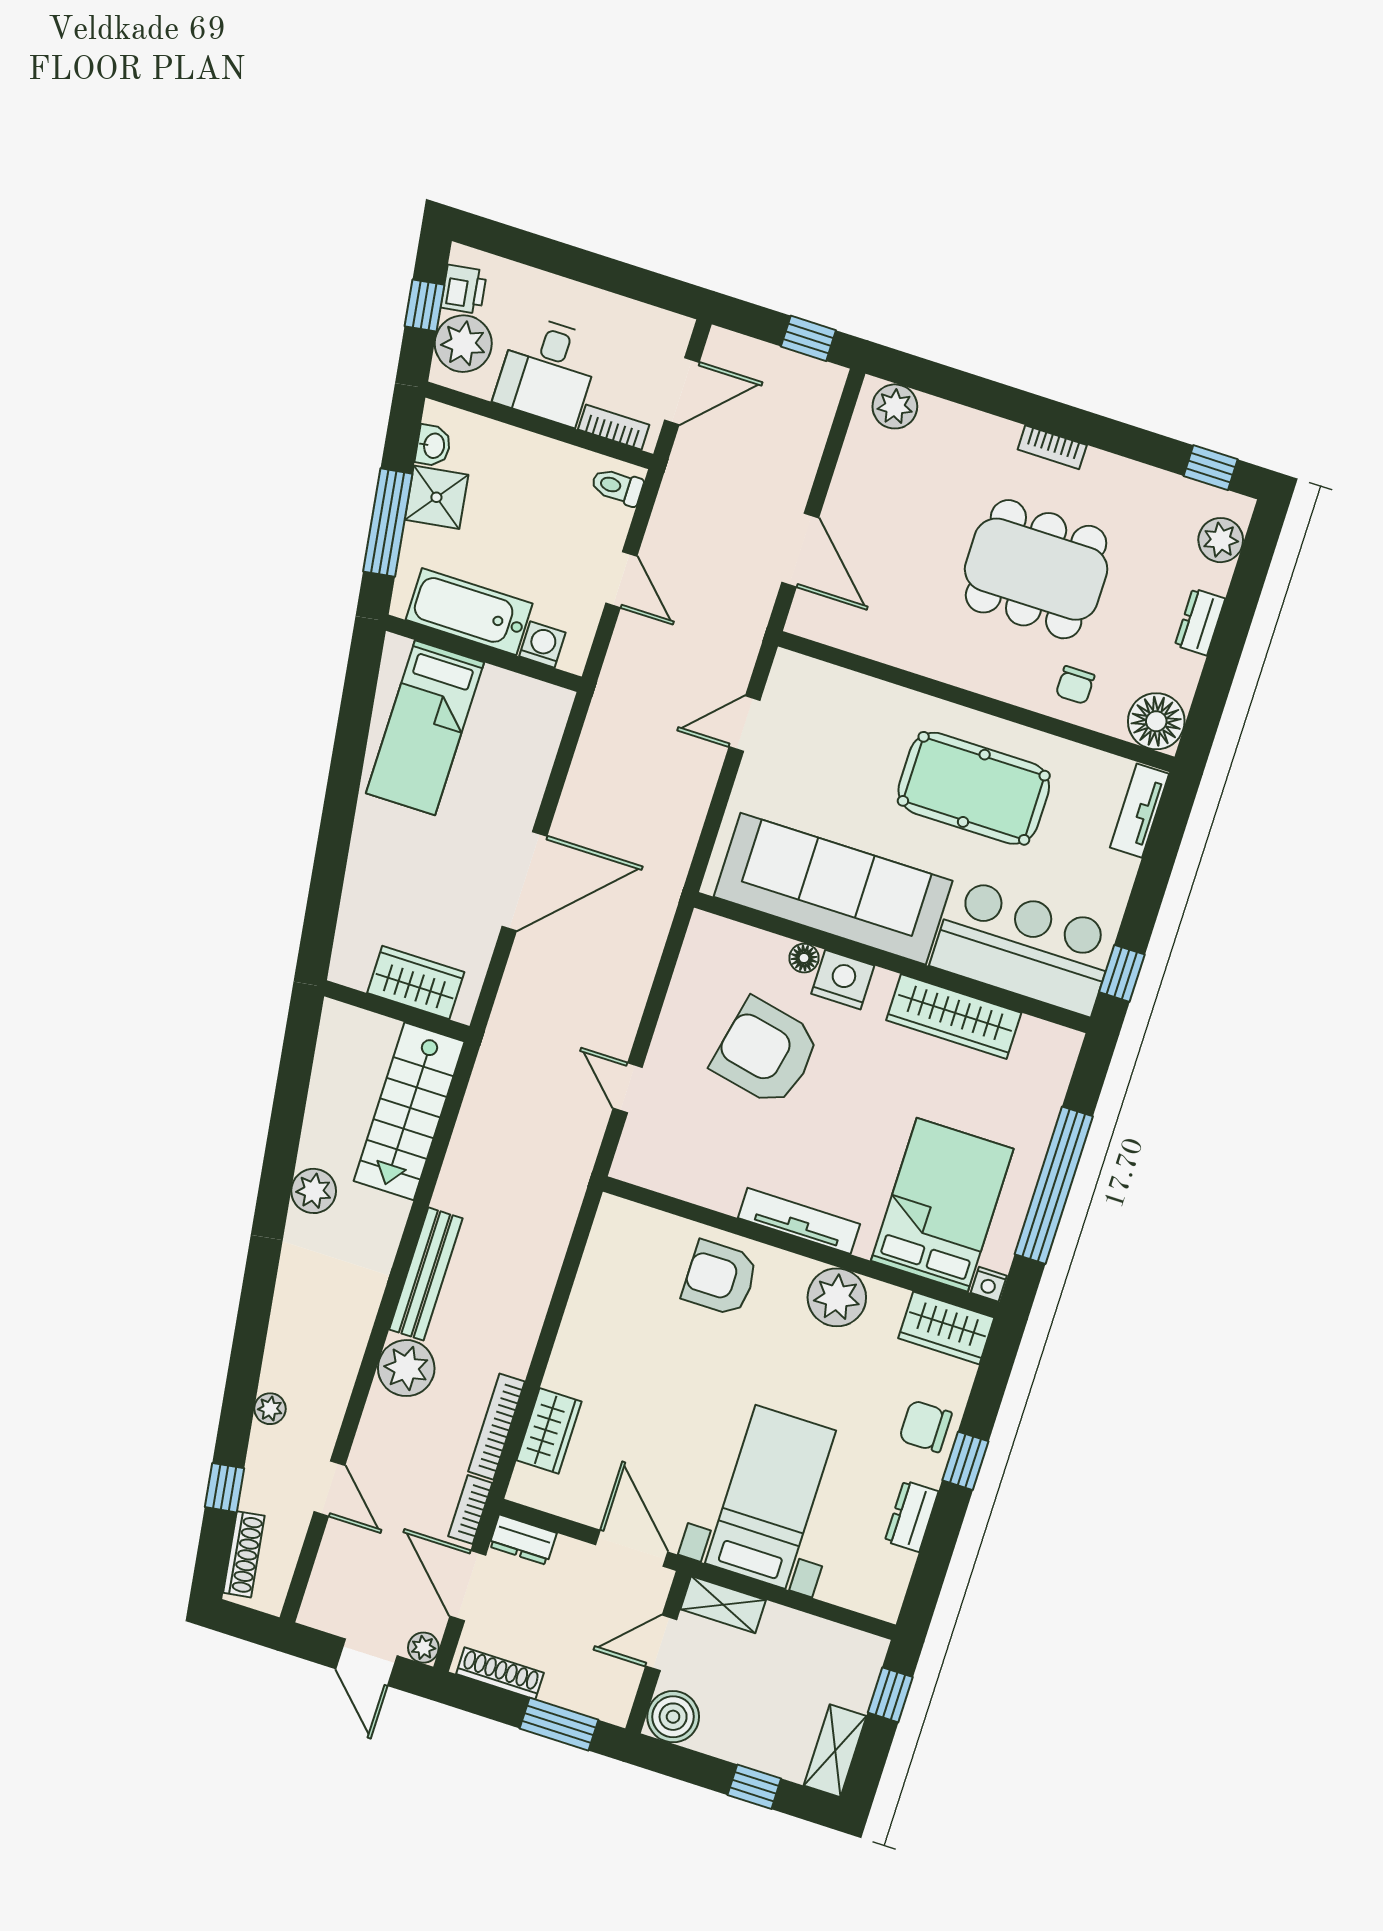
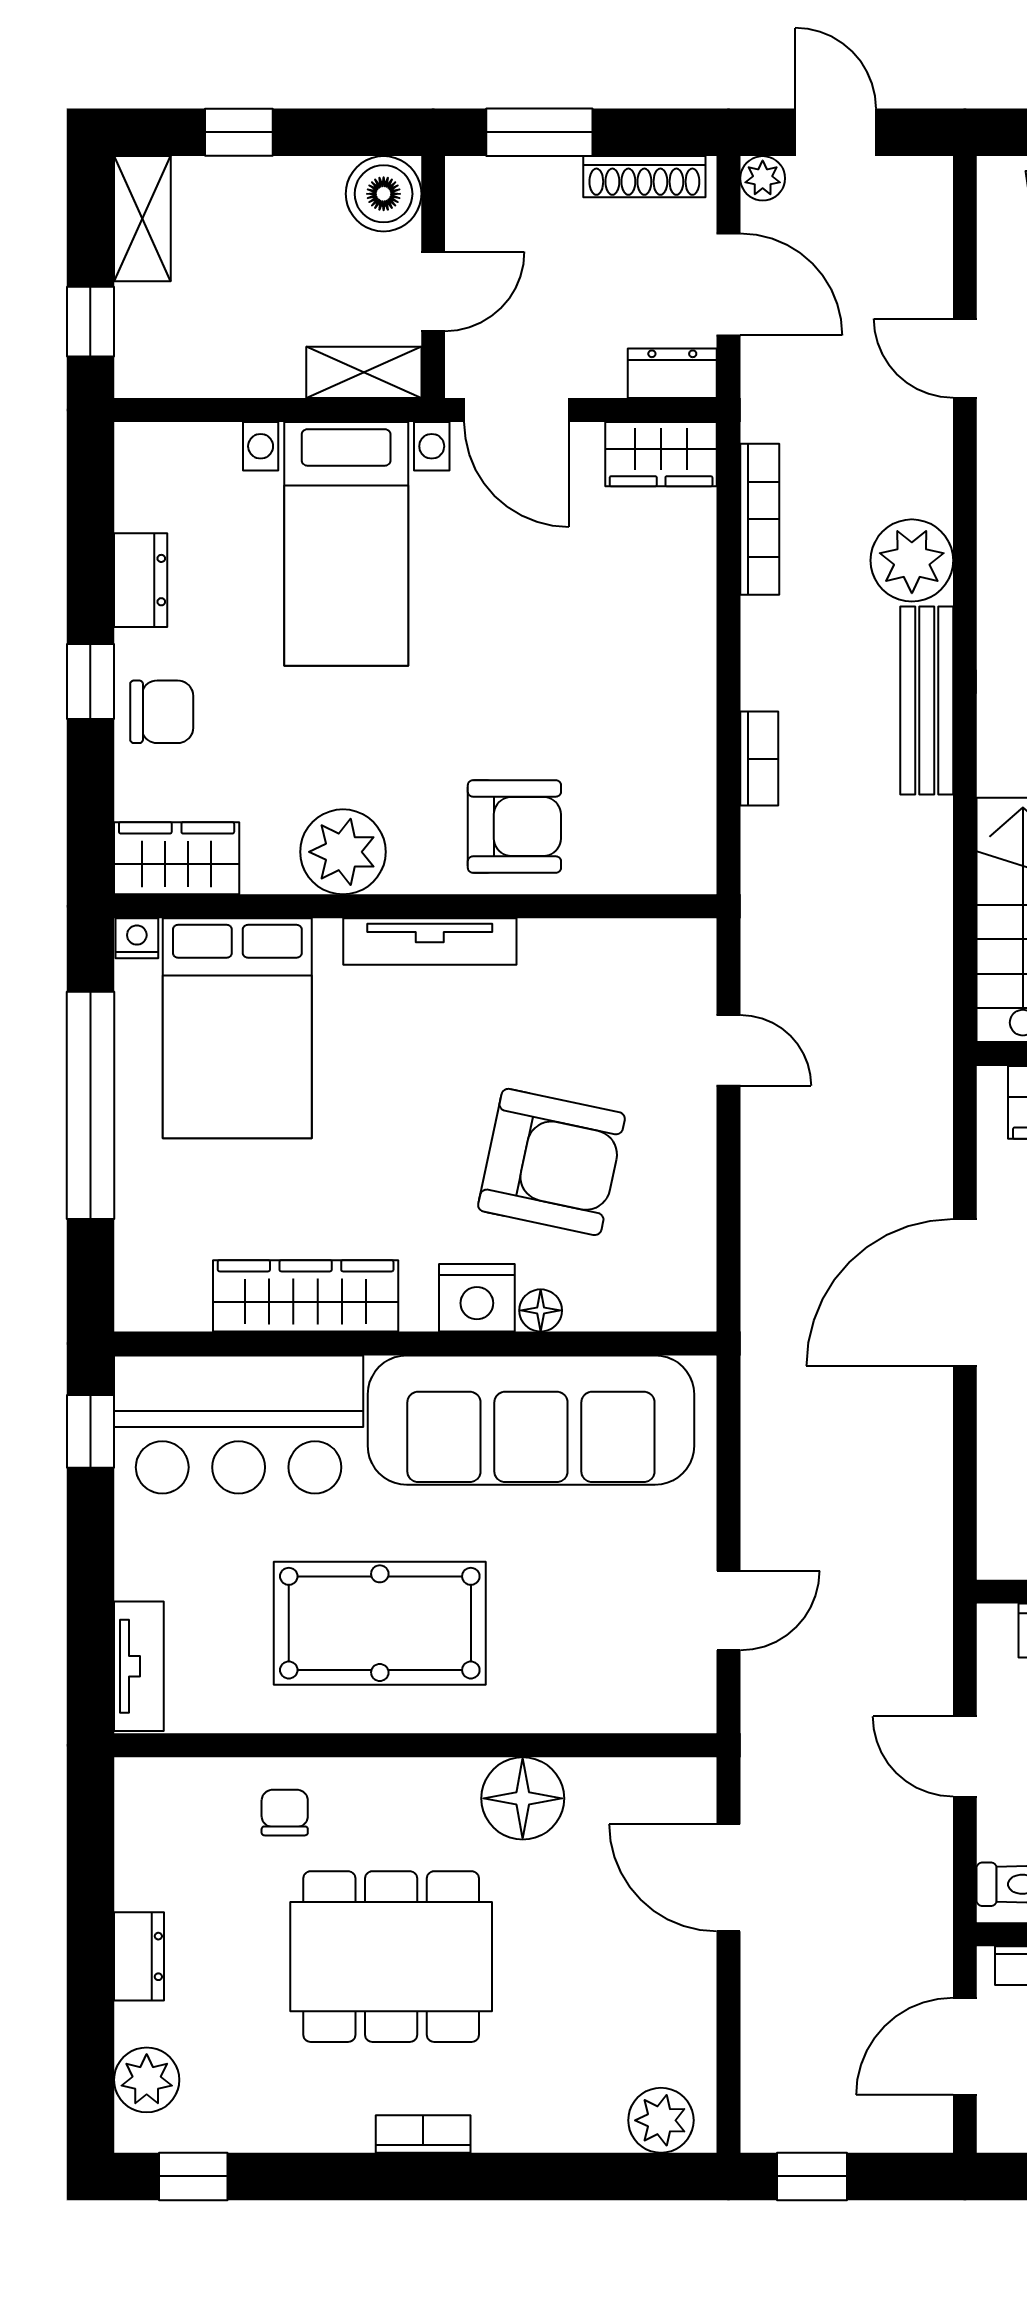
floor lamp: (1156, 721) -> (523, 1798), moved
wardrobe: (549, 1431) -> (661, 454), moved, turned -90
bookcase: (470, 1510) -> (759, 759), moved

